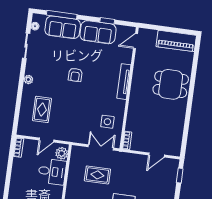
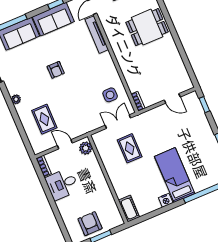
tv unit: (124, 82) -> (97, 35), moved
door: (46, 140) -> (65, 144), swing flipped
door: (157, 155) -> (172, 98), hinge flipped
desk: (52, 172) -> (62, 184), moved, turned 180
rug: (97, 175) -> (130, 148), turned 90

